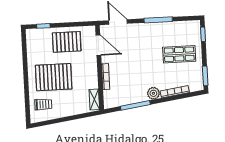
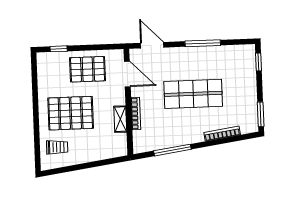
shop shelf: (179, 54) -> (193, 94), moved, width x1.43, depth x1.36
plant: (153, 93) -> (195, 135), removed
shelving: (94, 100) -> (120, 119), moved

